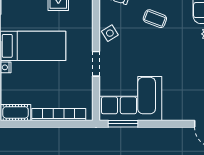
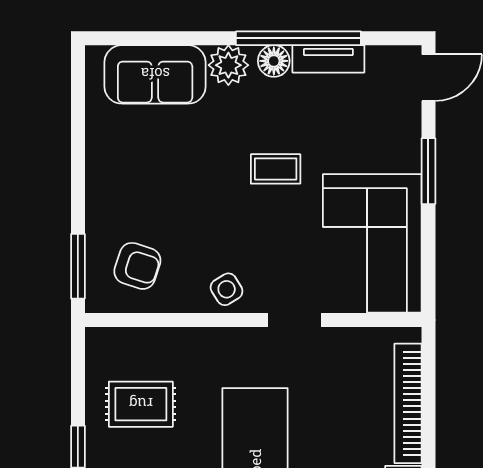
coffee table: (155, 19) -> (276, 169), moved, turned 69
window: (123, 124) -> (428, 171), moved

